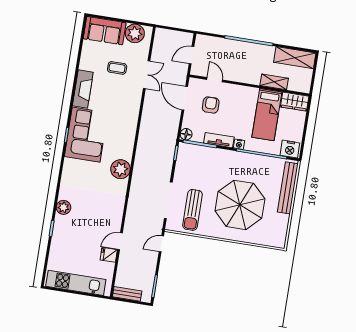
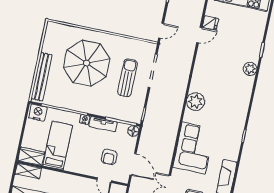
shelving: (274, 82) -> (28, 171), moved
corner sofa: (86, 135) -> (194, 148), moved, turned 180
sun lounger: (193, 210) -> (127, 78), moved

